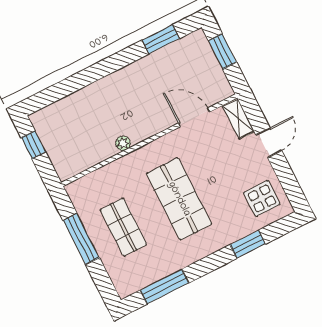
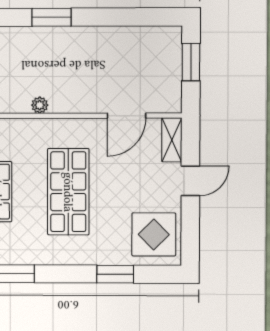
window: (161, 39) -> (51, 17), moved
door: (194, 117) -> (126, 116), swing flipped
display table: (262, 198) -> (154, 234), width x1.36, depth x1.36

